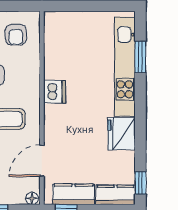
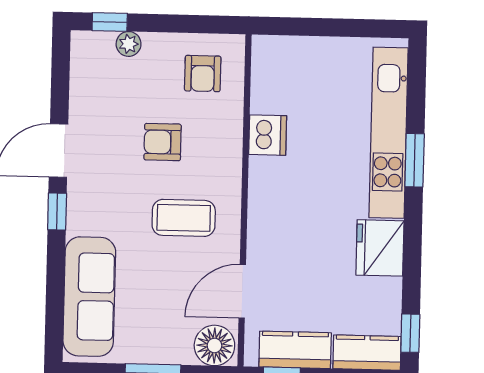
window: (140, 57) -> (415, 160), moved
dishwasher: (55, 92) -> (268, 135), moved
floor lamp: (32, 198) -> (214, 345), width x1.89, depth x1.89

